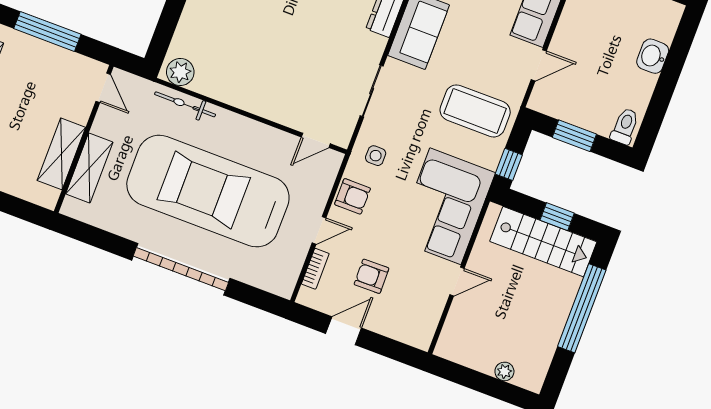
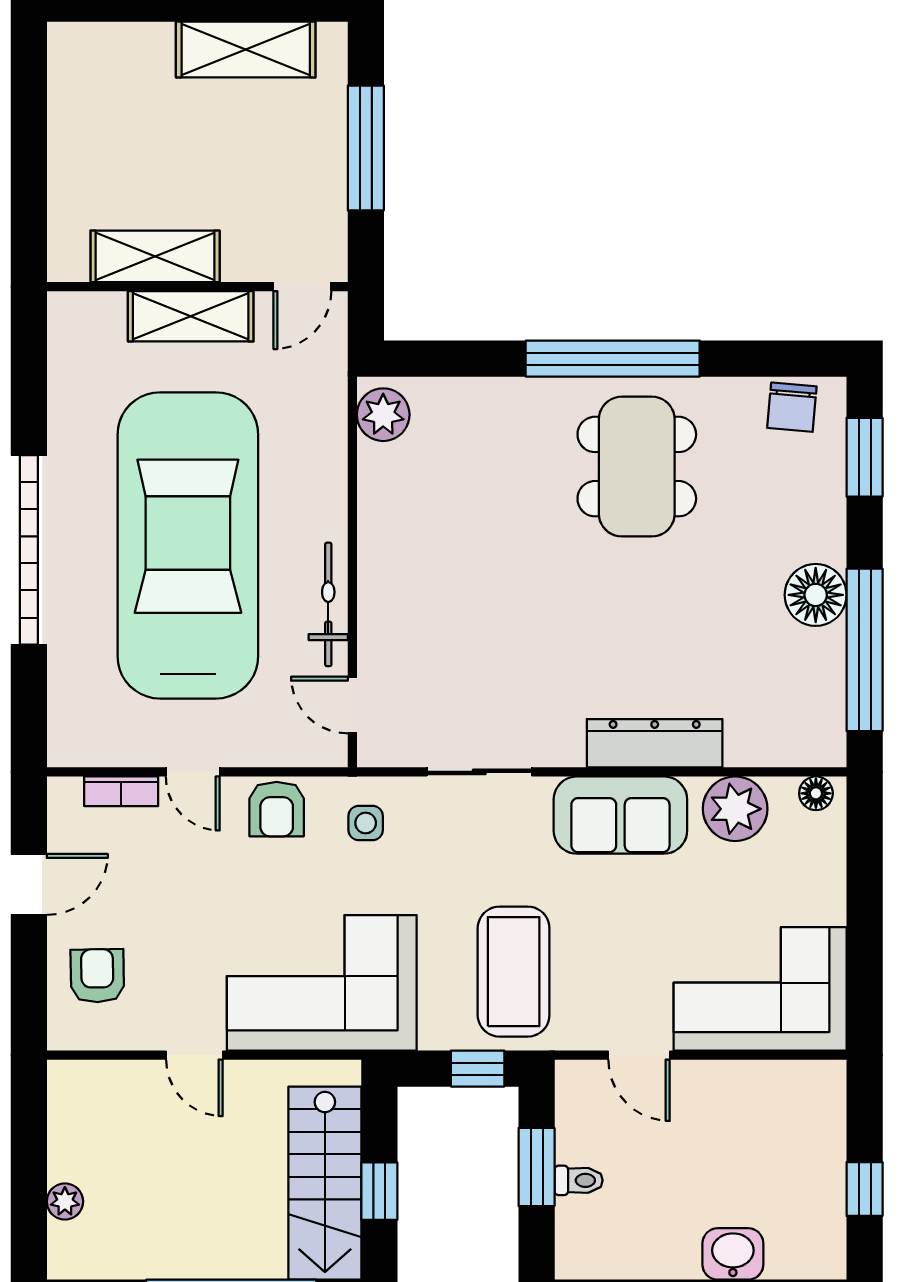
bicycle: (185, 104) -> (328, 604), moved
toilet: (625, 126) -> (579, 1180), moved, width x0.73, depth x0.72
window: (509, 164) -> (478, 1069), moved
shelving: (89, 168) -> (191, 316), moved
armchair: (372, 276) -> (97, 976), moved
door: (344, 331) -> (29, 884), hinge flipped

